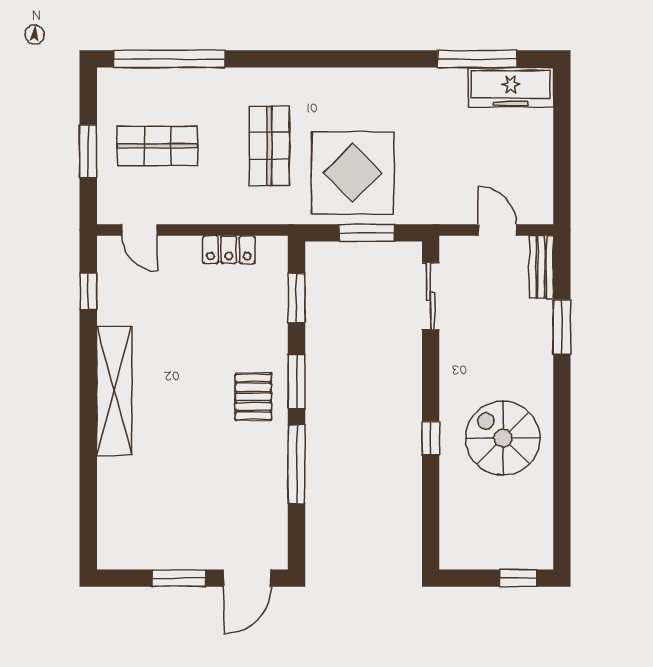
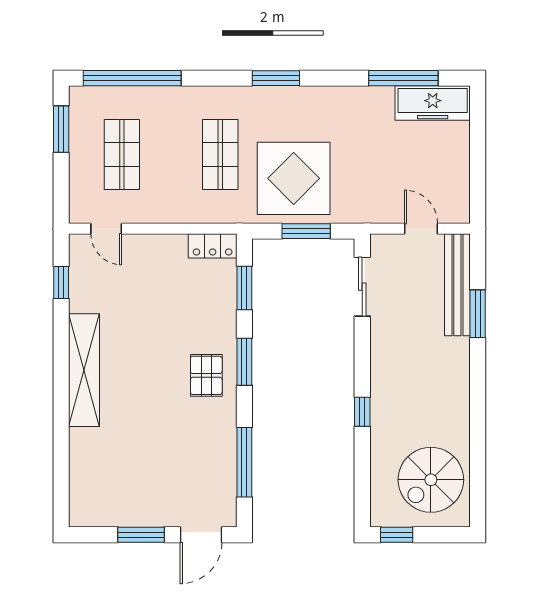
window: (332, 59) -> (276, 78), added
shop shelf: (157, 146) -> (122, 155), turned 90
window: (88, 151) -> (61, 129), moved
locker: (229, 250) -> (213, 246), moved
bench: (541, 267) -> (457, 285), width x1.86, depth x1.21
spiral stairs: (503, 438) -> (431, 480), moved, turned -90
window: (297, 464) -> (244, 462), moved
window: (518, 578) -> (397, 535), moved

